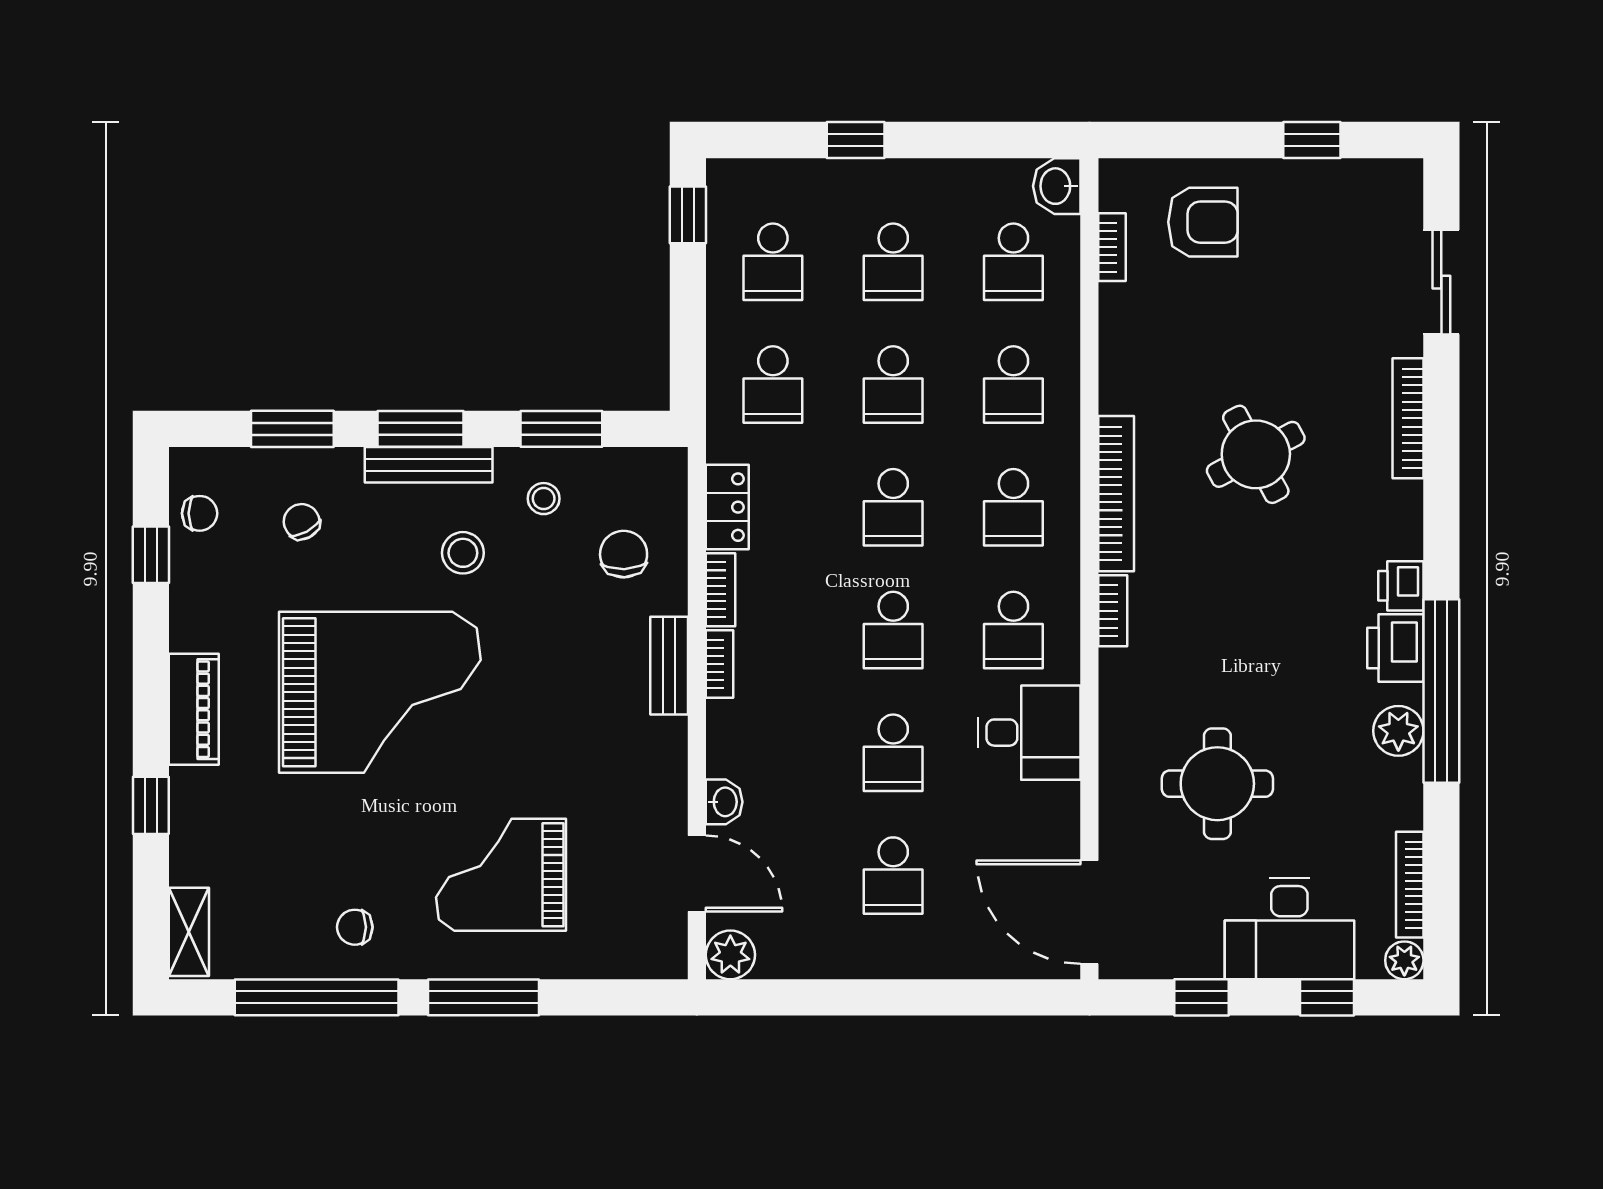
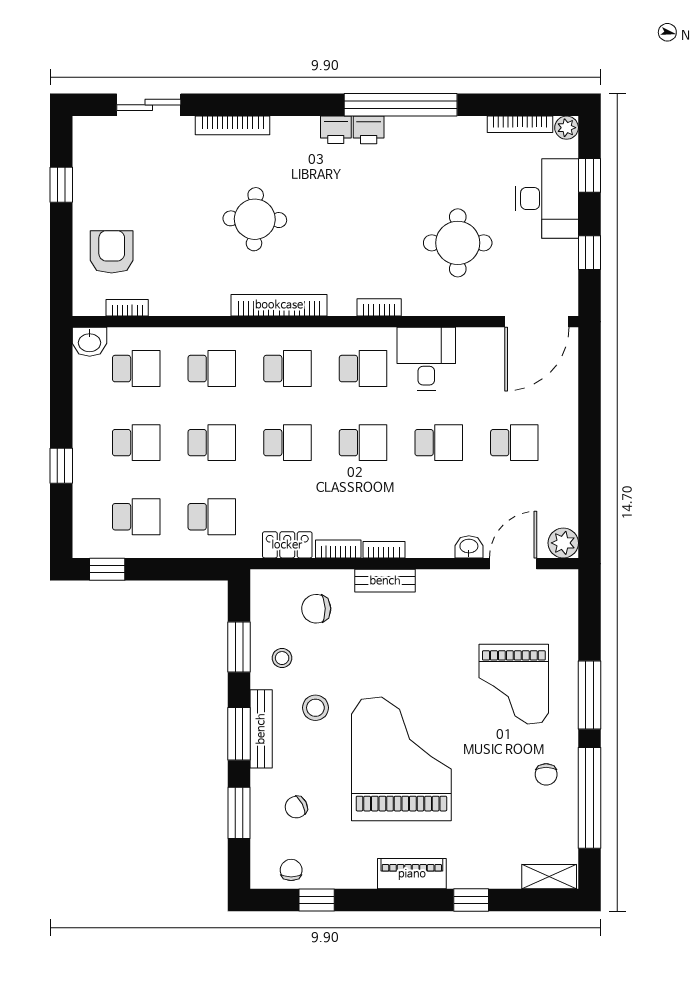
round table: (1256, 454) -> (255, 219), turned 30
bookcase: (1113, 611) -> (379, 307), moved
printer: (1395, 648) -> (369, 130), width x0.73, depth x0.81
plant: (1398, 731) -> (425, 131), removed

